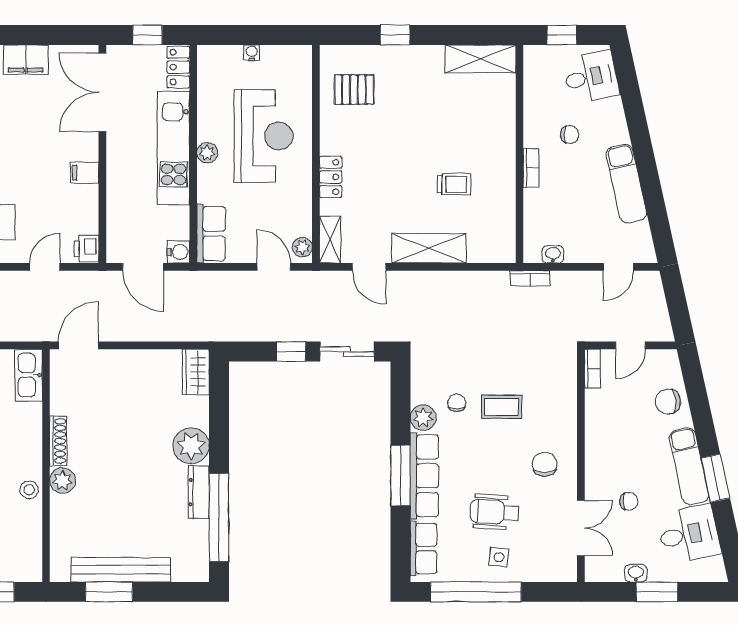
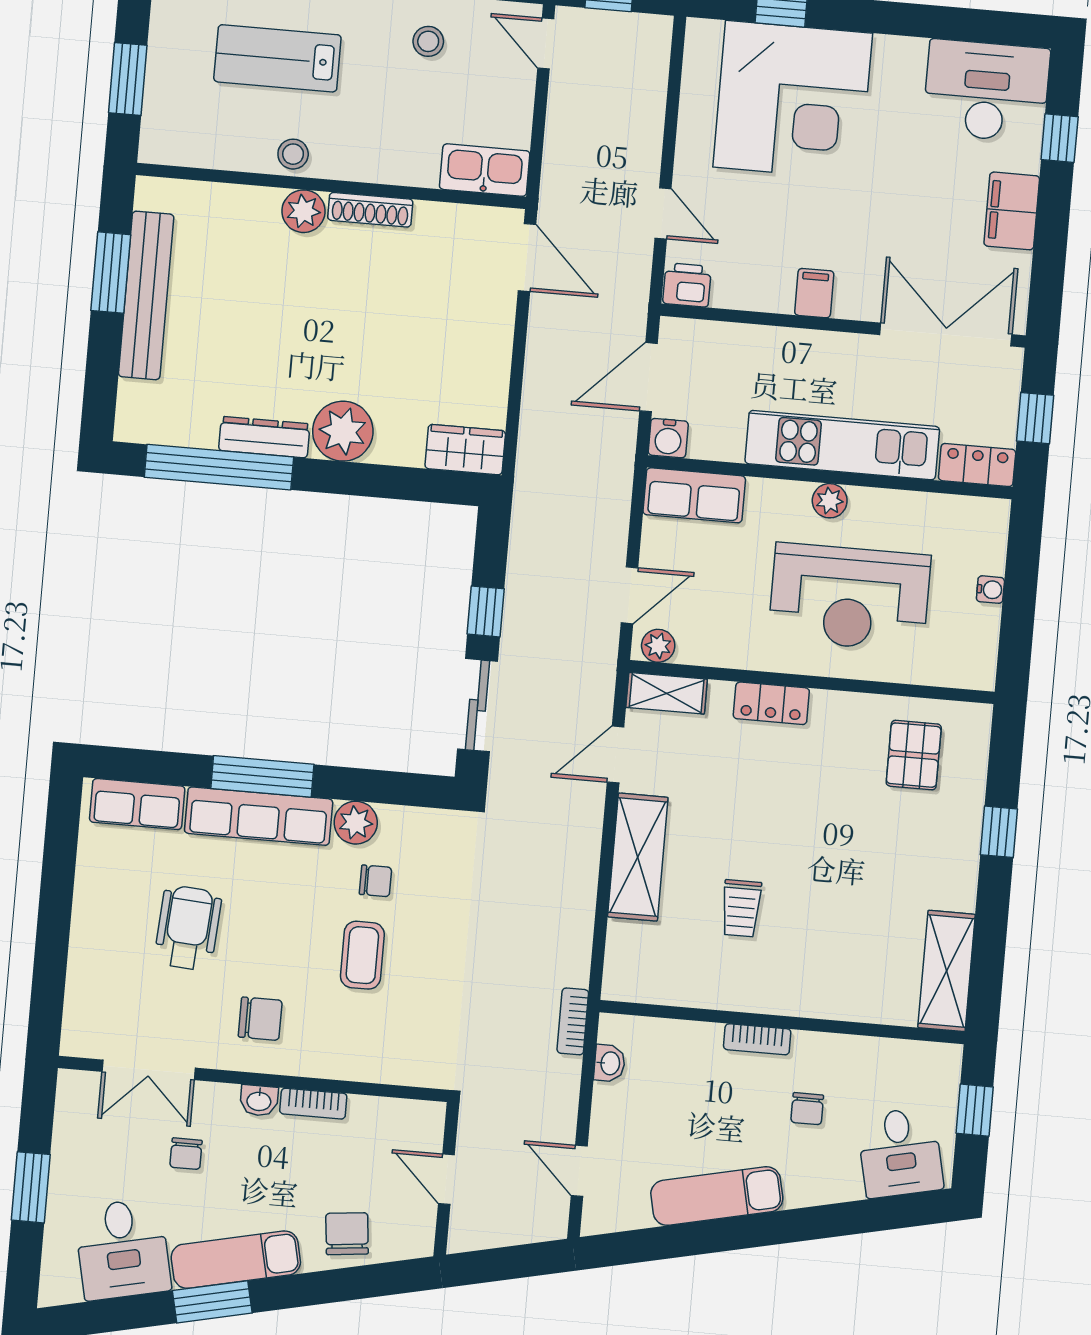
bookcase: (592, 369) -> (313, 1104), moved
side table: (499, 557) -> (112, 929), removed
washbasin: (636, 573) -> (259, 1101), moved, turned 90
window: (476, 592) -> (57, 885), removed

